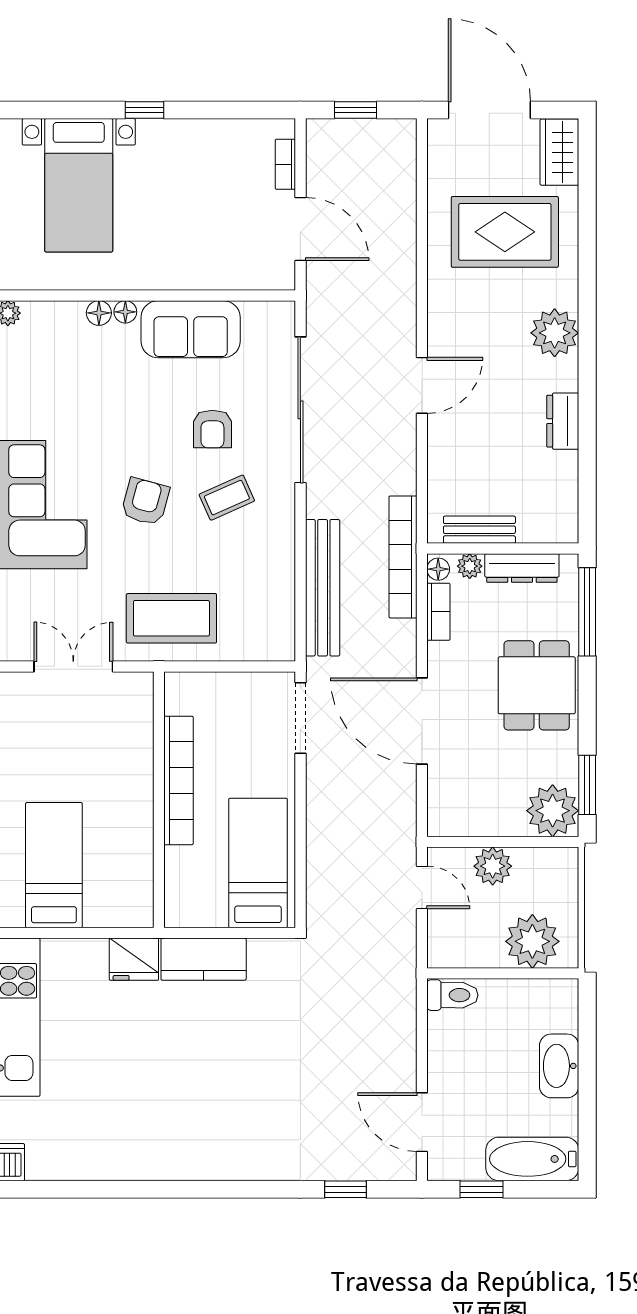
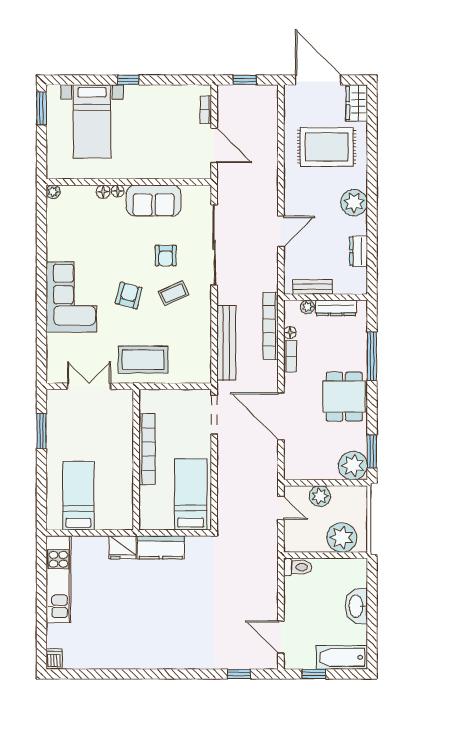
bench: (479, 530) -> (313, 287), moved
wall: (503, 548) -> (326, 297), moved
plant: (470, 566) -> (307, 307), moved
dresser: (522, 568) -> (336, 308), moved

